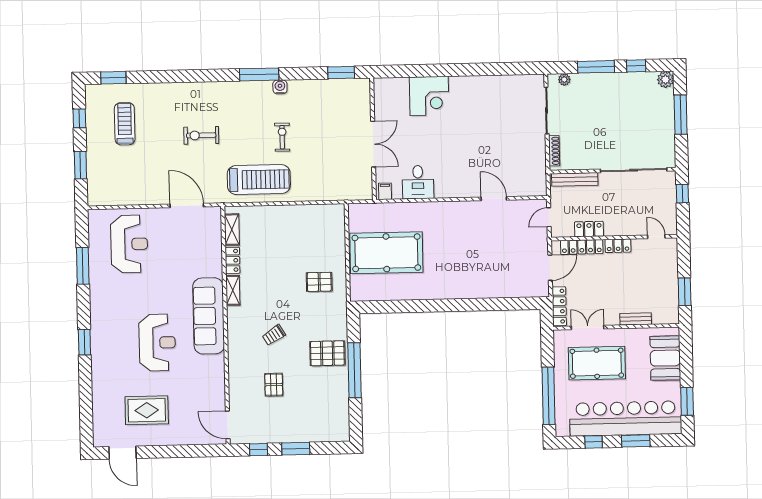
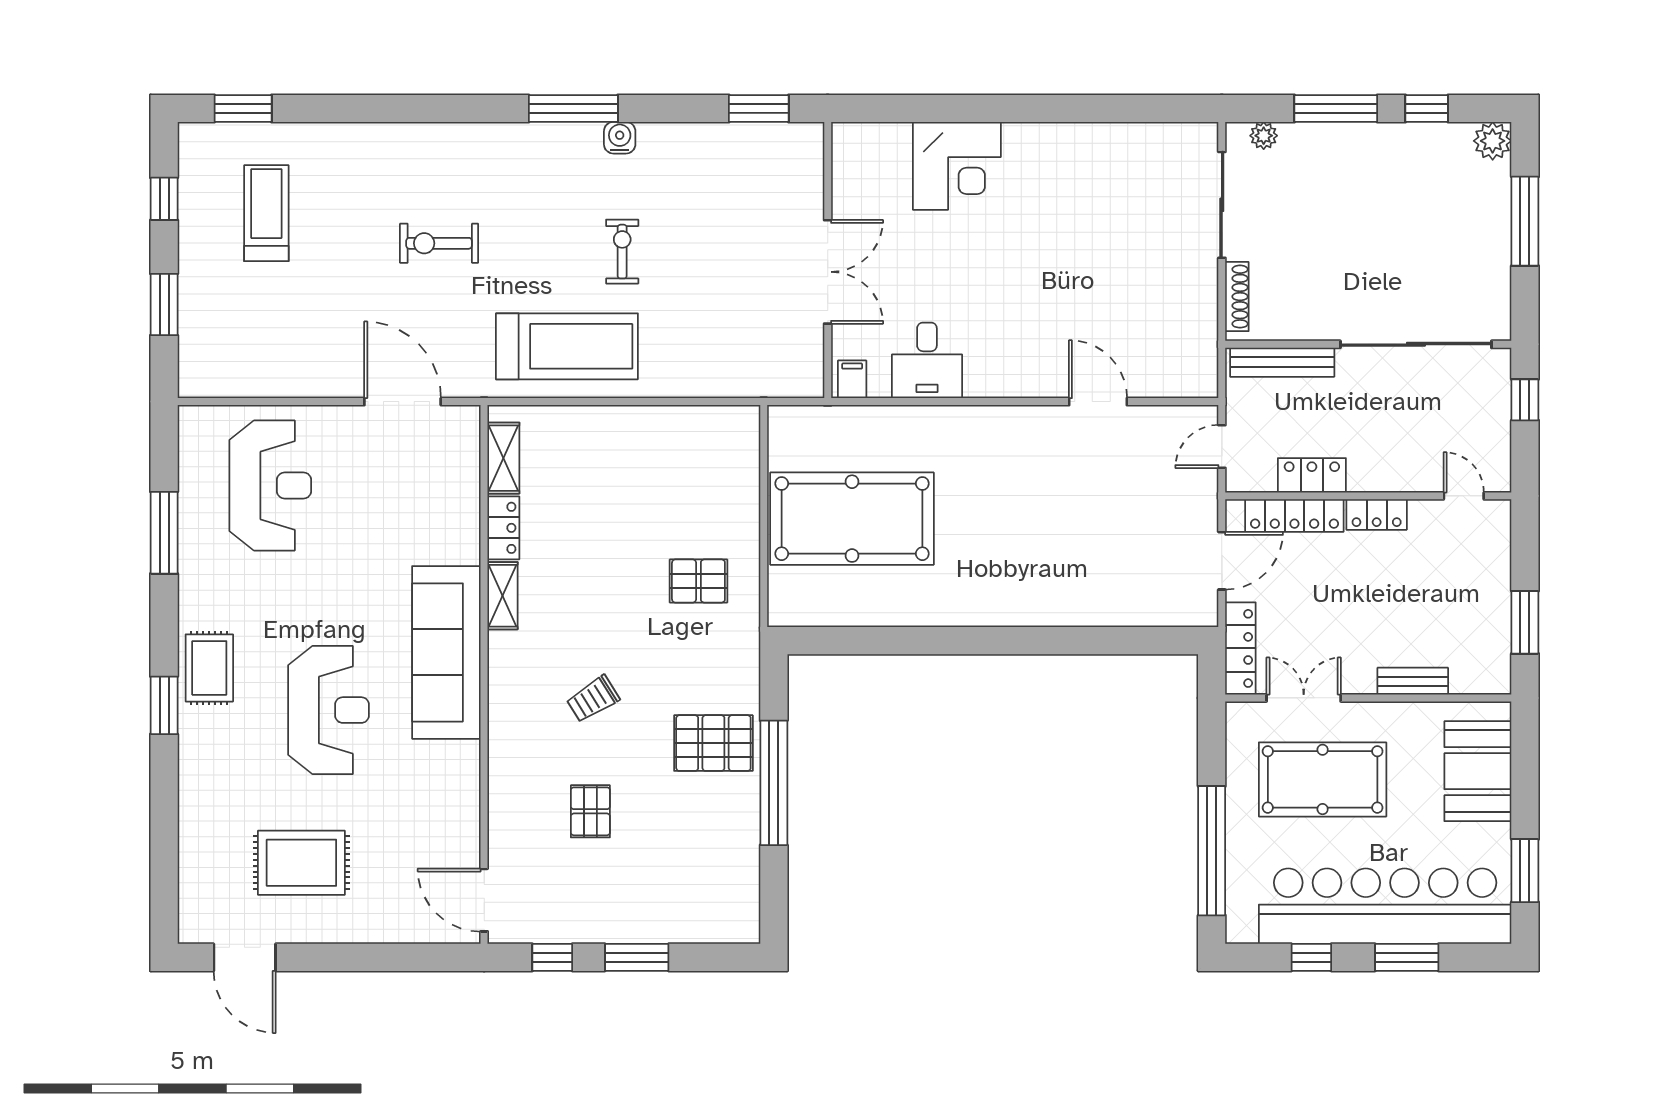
rug: (104, 325) -> (209, 668), added

